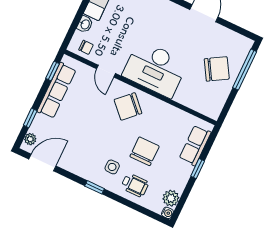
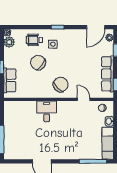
desk: (155, 69) -> (47, 111), width x0.53, depth x0.77
chair: (217, 69) -> (18, 132), removed
chair: (145, 151) -> (38, 63), turned 126

